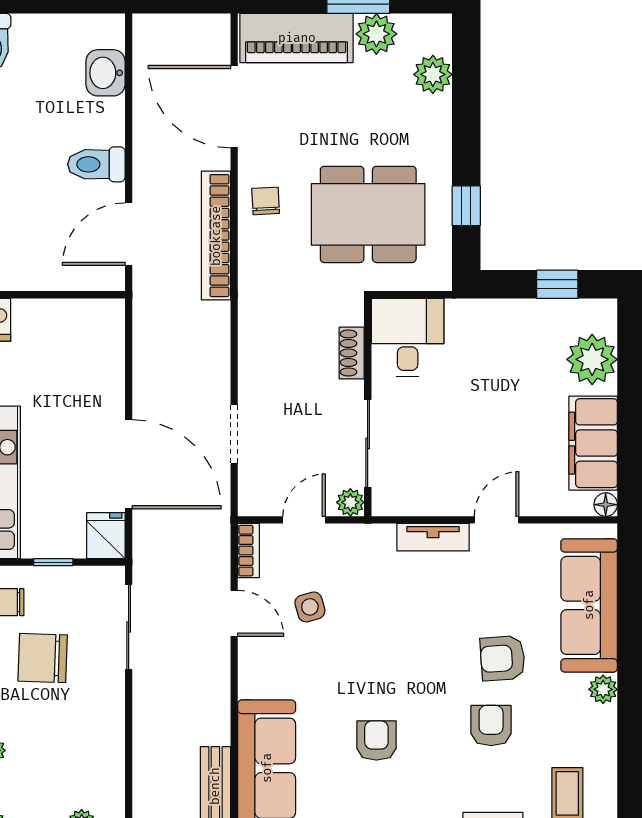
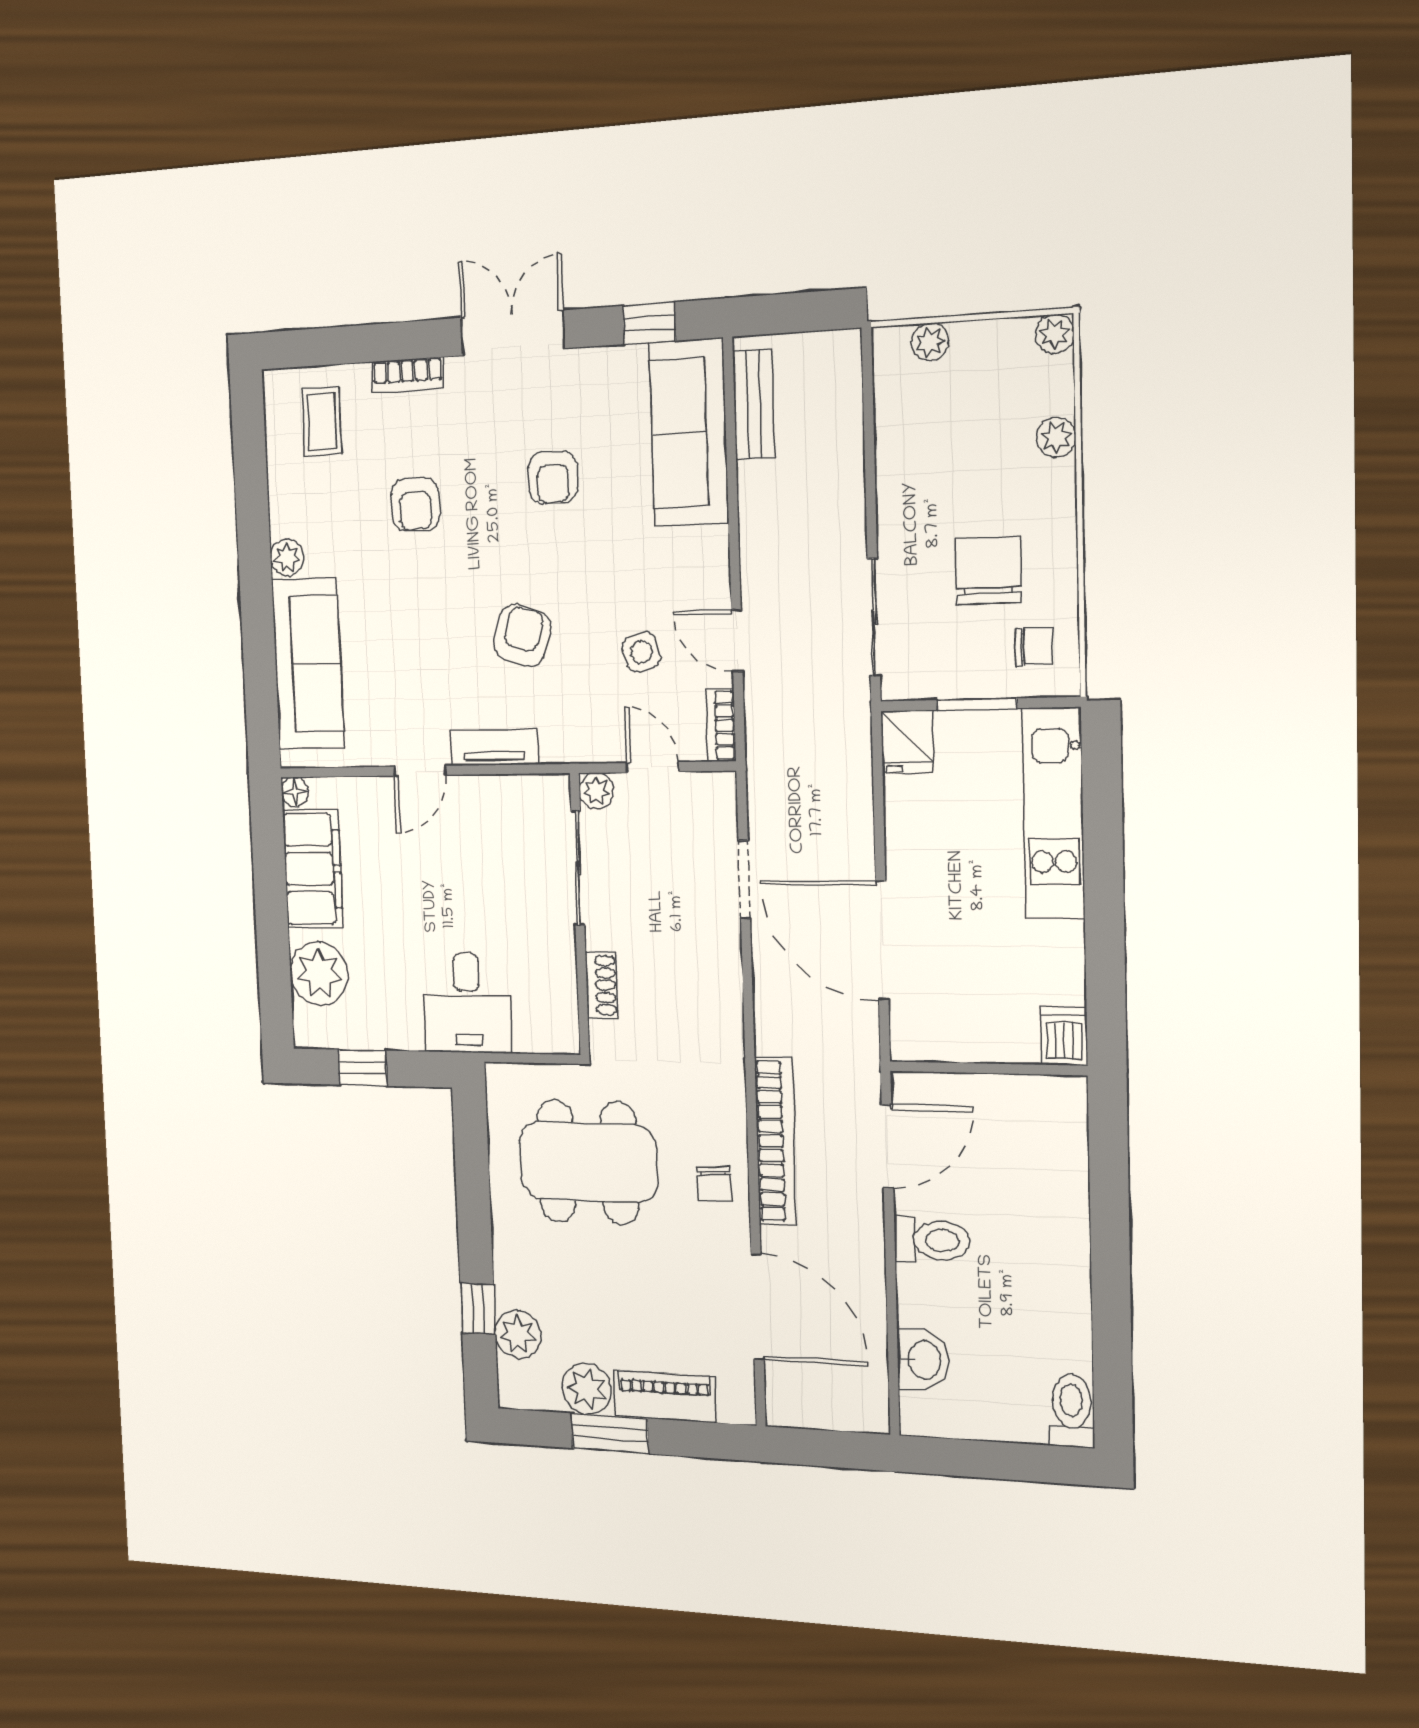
piano: (297, 38) -> (665, 1396), width x0.73, depth x0.75
window: (466, 206) -> (478, 1309), moved
desk: (408, 337) -> (467, 1003), moved
door: (129, 464) -> (882, 940), moved
door: (304, 520) -> (653, 767), swing flipped
window: (53, 562) -> (977, 704), width x1.50
chair: (43, 658) -> (988, 570), turned -92
armchair: (503, 658) -> (522, 636), moved, turned -68

